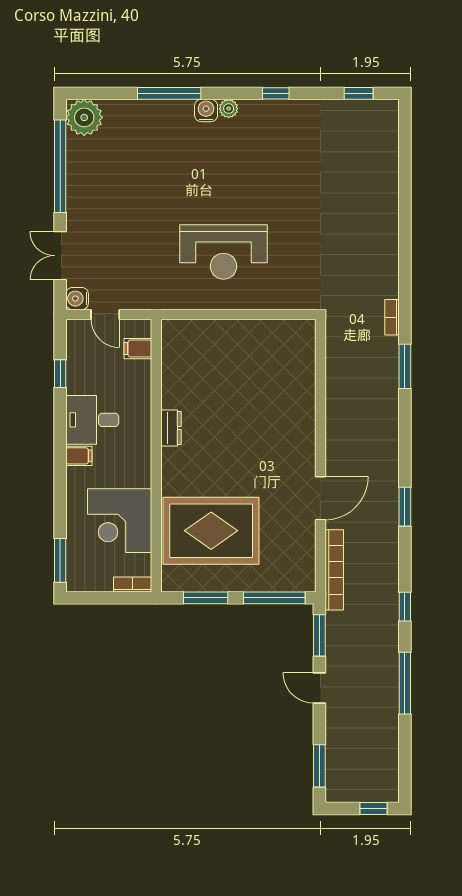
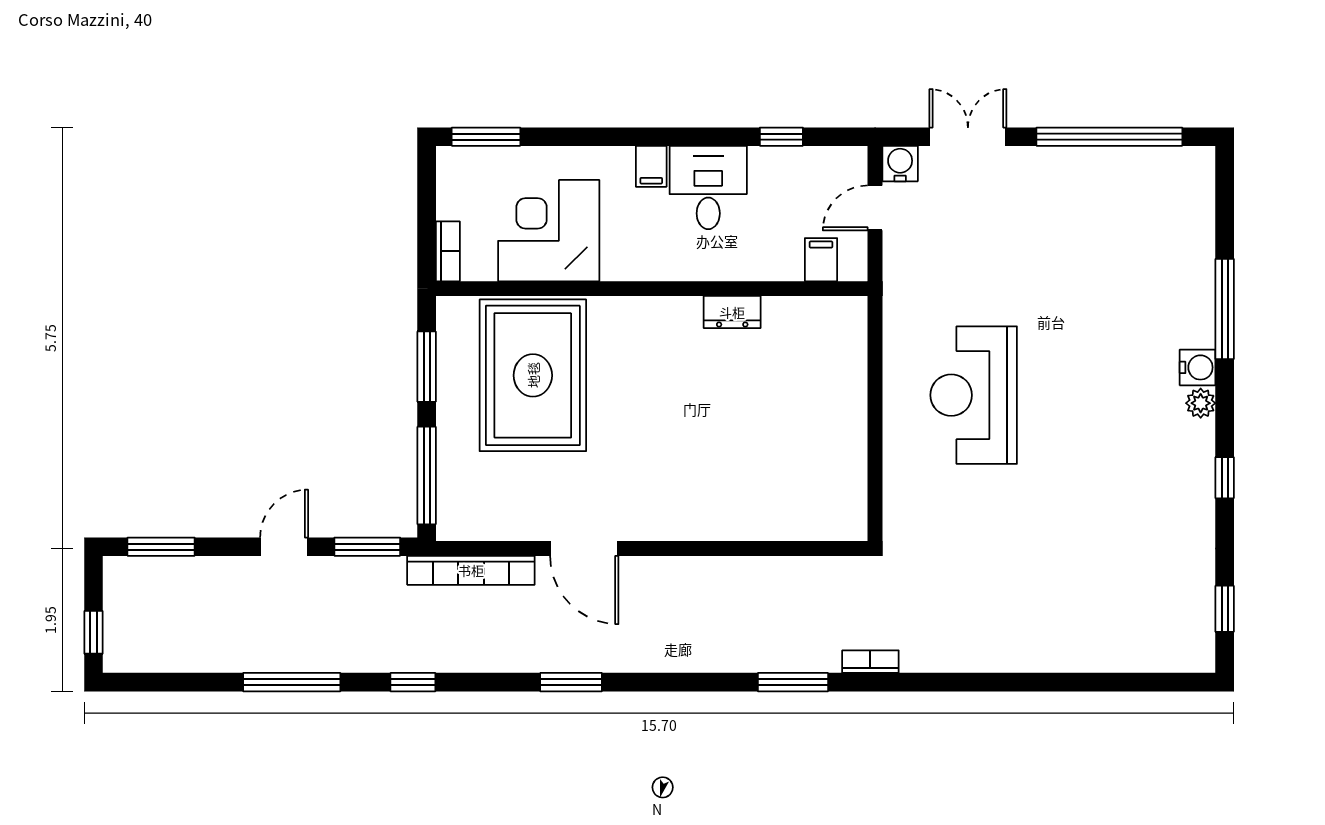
plant: (84, 117) -> (1187, 175), removed
dresser: (171, 428) -> (732, 312), moved

